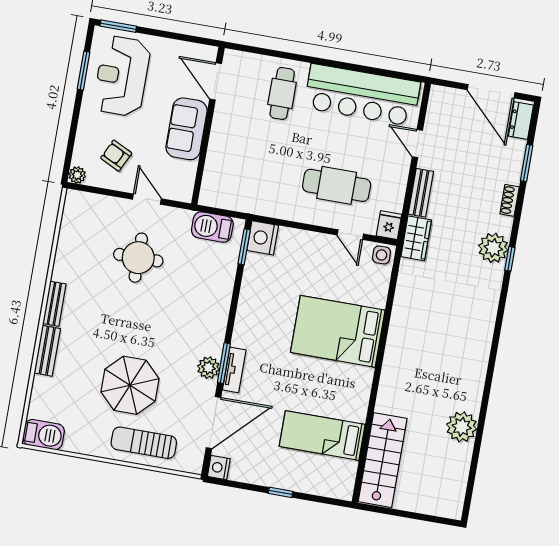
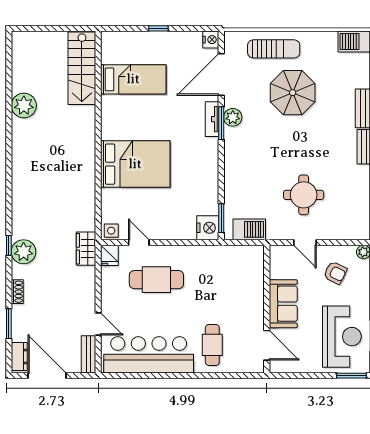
bench: (421, 193) -> (89, 354), moved

